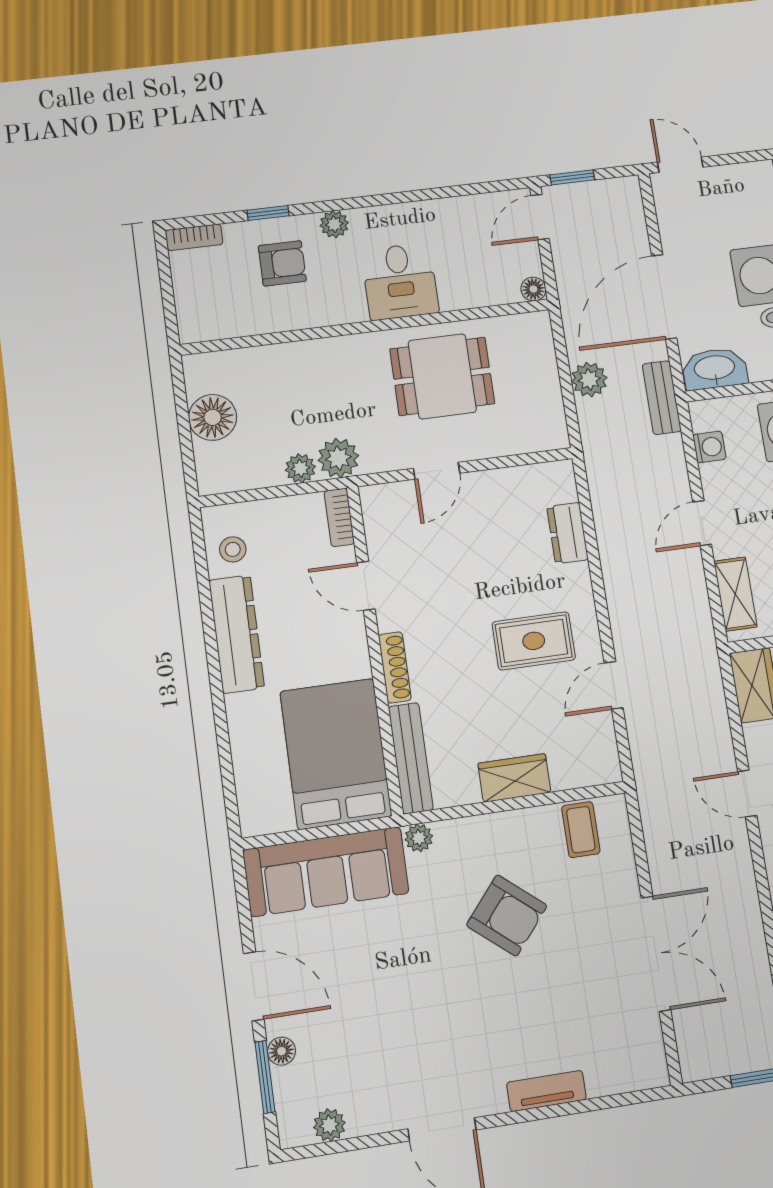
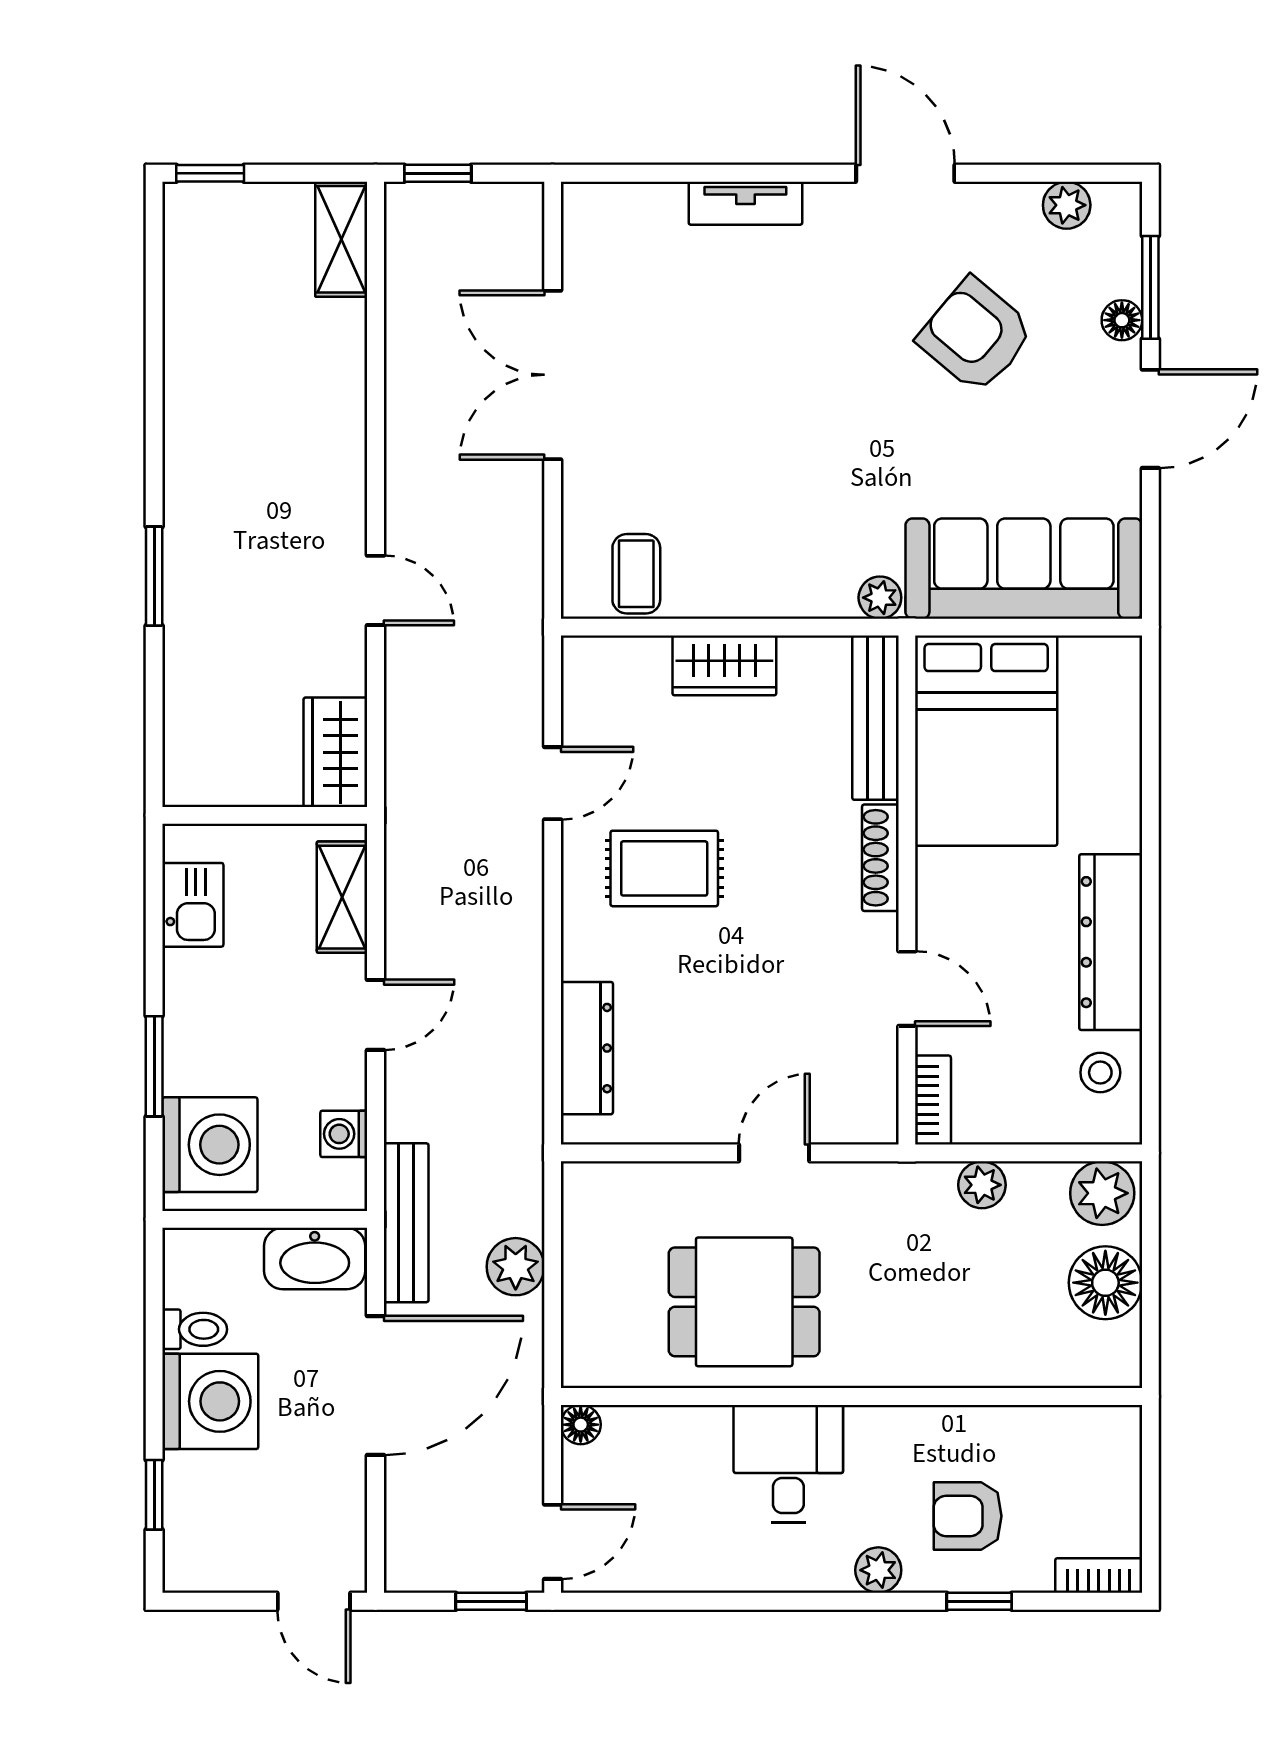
bench: (662, 398) -> (406, 1223), width x1.36
plant: (338, 458) -> (1102, 1193), moved
dresser: (568, 533) -> (587, 1048), width x1.44
armchair: (507, 915) -> (976, 335), moved
door: (254, 986) -> (1150, 419), swing flipped

